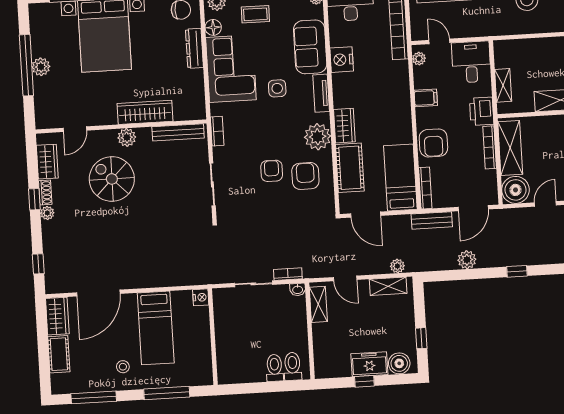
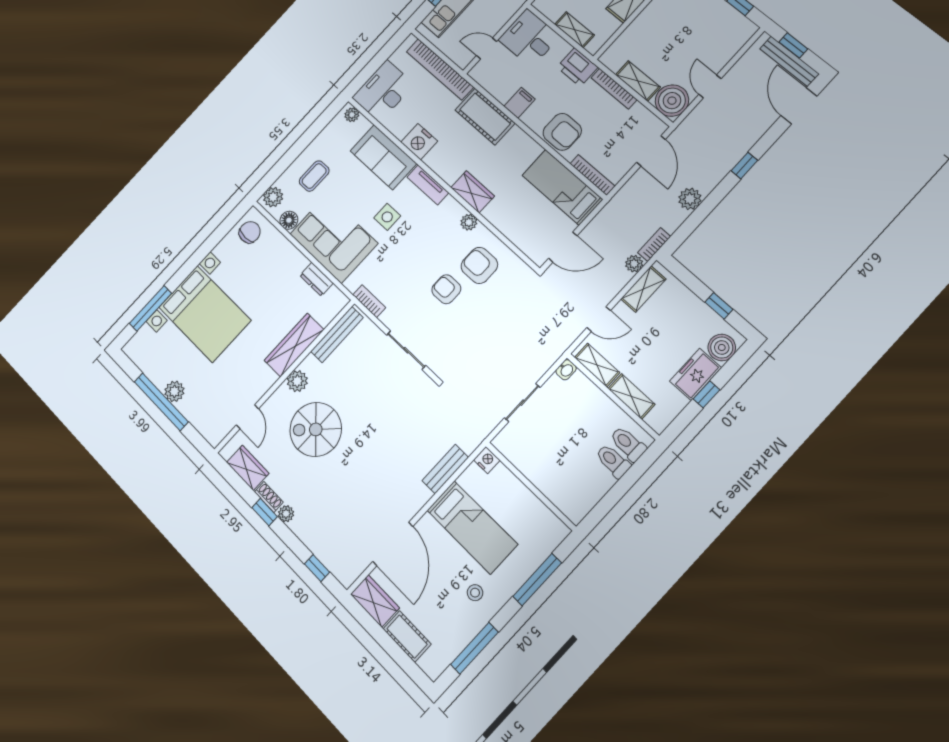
dresser: (194, 48) -> (316, 279), moved, width x0.70
plant: (419, 59) -> (483, 78), removed
plant: (318, 137) -> (469, 222), width x0.53, depth x0.53
shelving: (510, 148) -> (638, 81), width x0.67, depth x0.75
cot: (350, 168) -> (485, 117), moved
bench: (432, 220) -> (445, 469), moved
bookcase: (288, 274) -> (654, 245), moved
shelving: (321, 342) -> (631, 396), added

